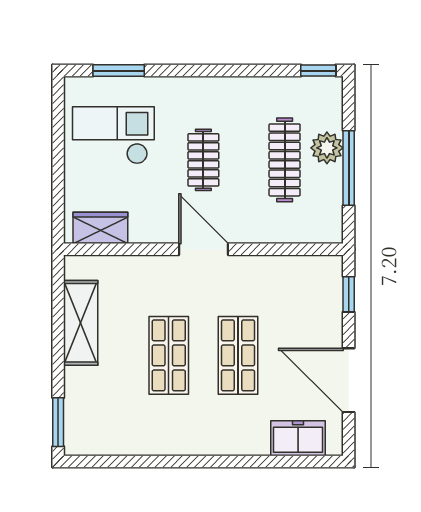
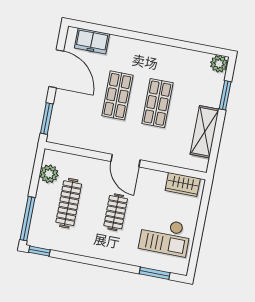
plant: (327, 148) -> (49, 174), moved
window: (349, 168) -> (27, 219), moved
window: (349, 294) -> (47, 118), width x1.50
window: (58, 422) -> (225, 95), moved
plant: (79, 441) -> (219, 64), added

